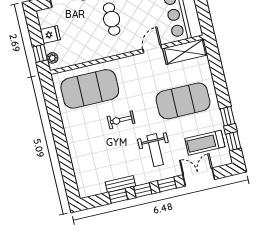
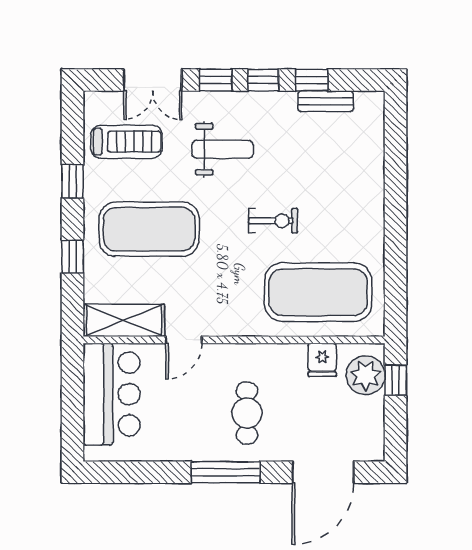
fridge: (50, 35) -> (322, 360), moved, turned -90
plant: (52, 58) -> (366, 375), width x1.88, depth x1.88
window: (233, 141) -> (73, 257), moved
weight bench: (155, 150) -> (223, 149), turned 90
bench: (120, 184) -> (326, 101), moved

